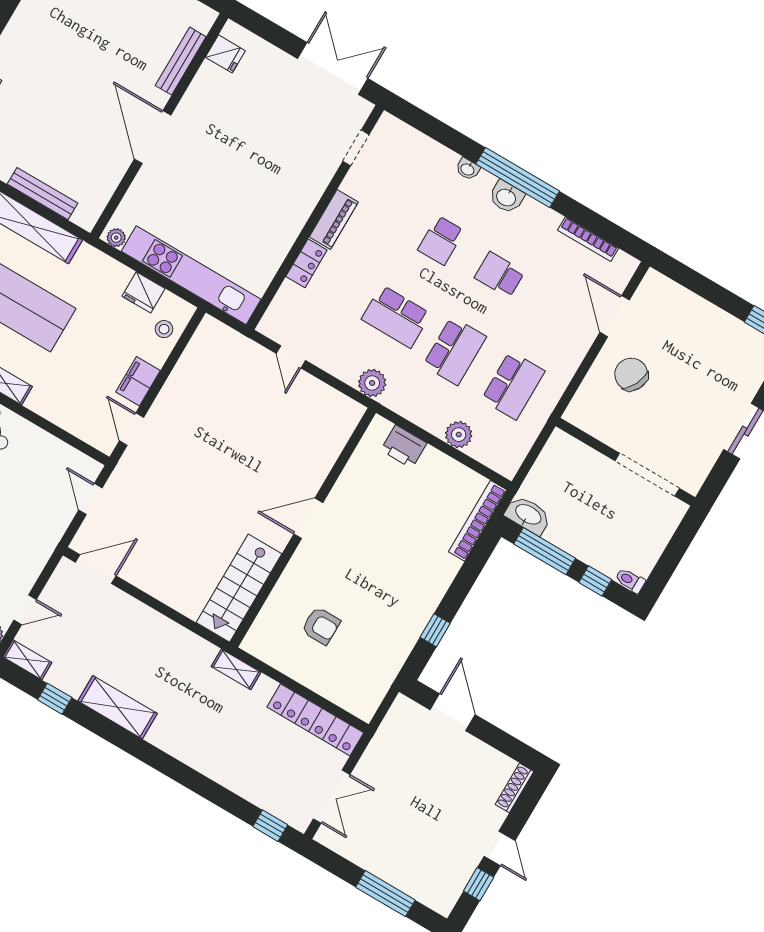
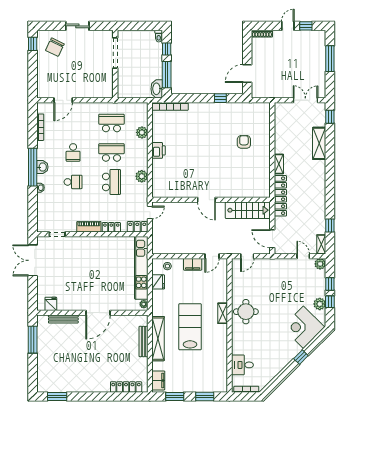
locker: (277, 315) -> (137, 227), added
chair: (631, 374) -> (55, 47), moved
door: (308, 518) -> (206, 200), moved
wall: (303, 528) -> (211, 200), moved
stairs: (239, 588) -> (248, 210), moved
shelving: (118, 707) -> (319, 143), moved
locker: (315, 720) -> (280, 196), moved

